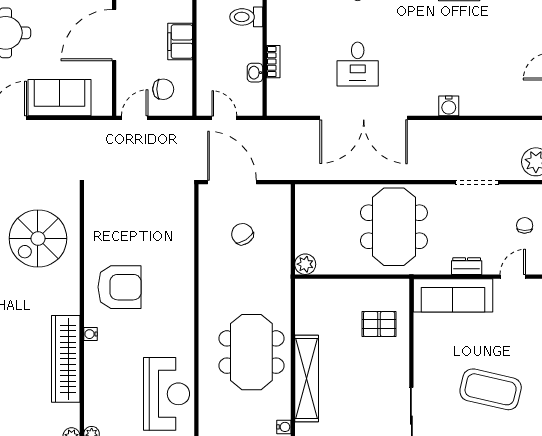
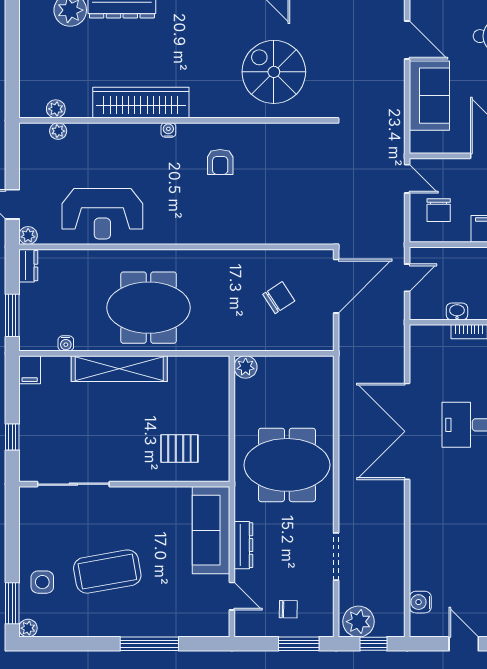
water cooler: (449, 106) -> (420, 602), moved
dresser: (467, 266) -> (243, 545), width x1.44
armchair: (120, 287) -> (220, 162), width x0.53, depth x0.53
pallet: (379, 324) -> (179, 449), turned 90
coffee table: (491, 389) -> (107, 572), turned 67

